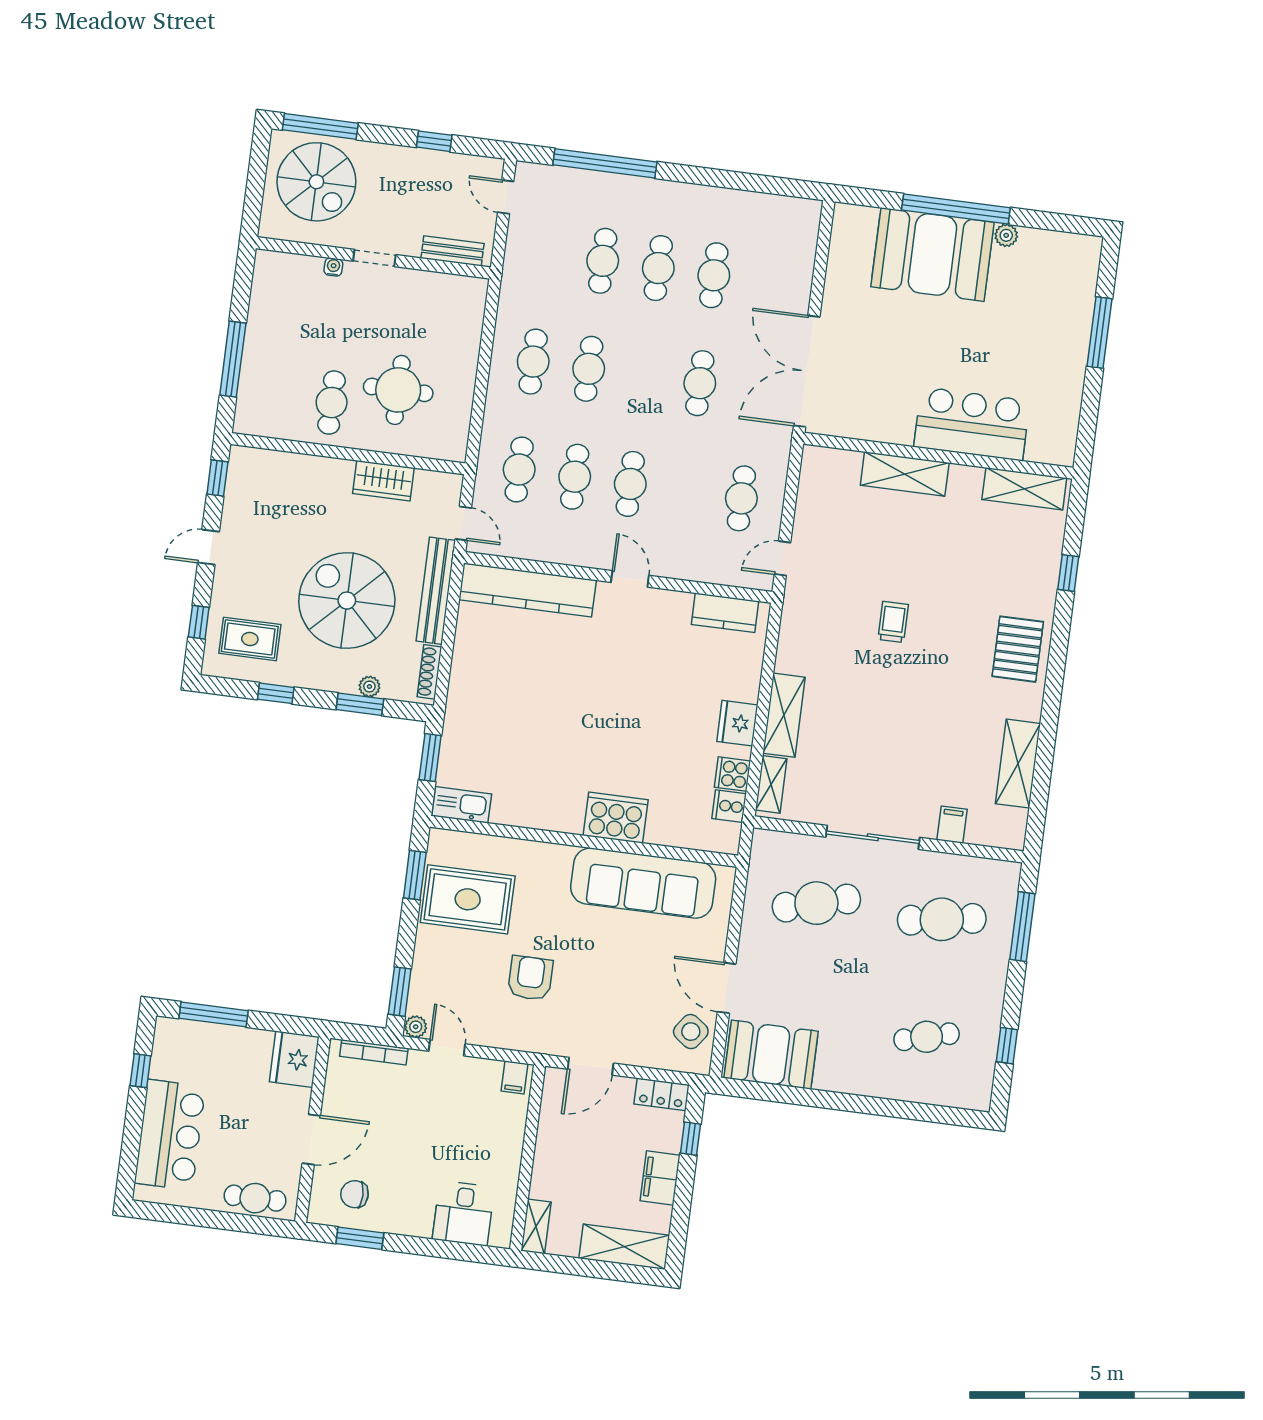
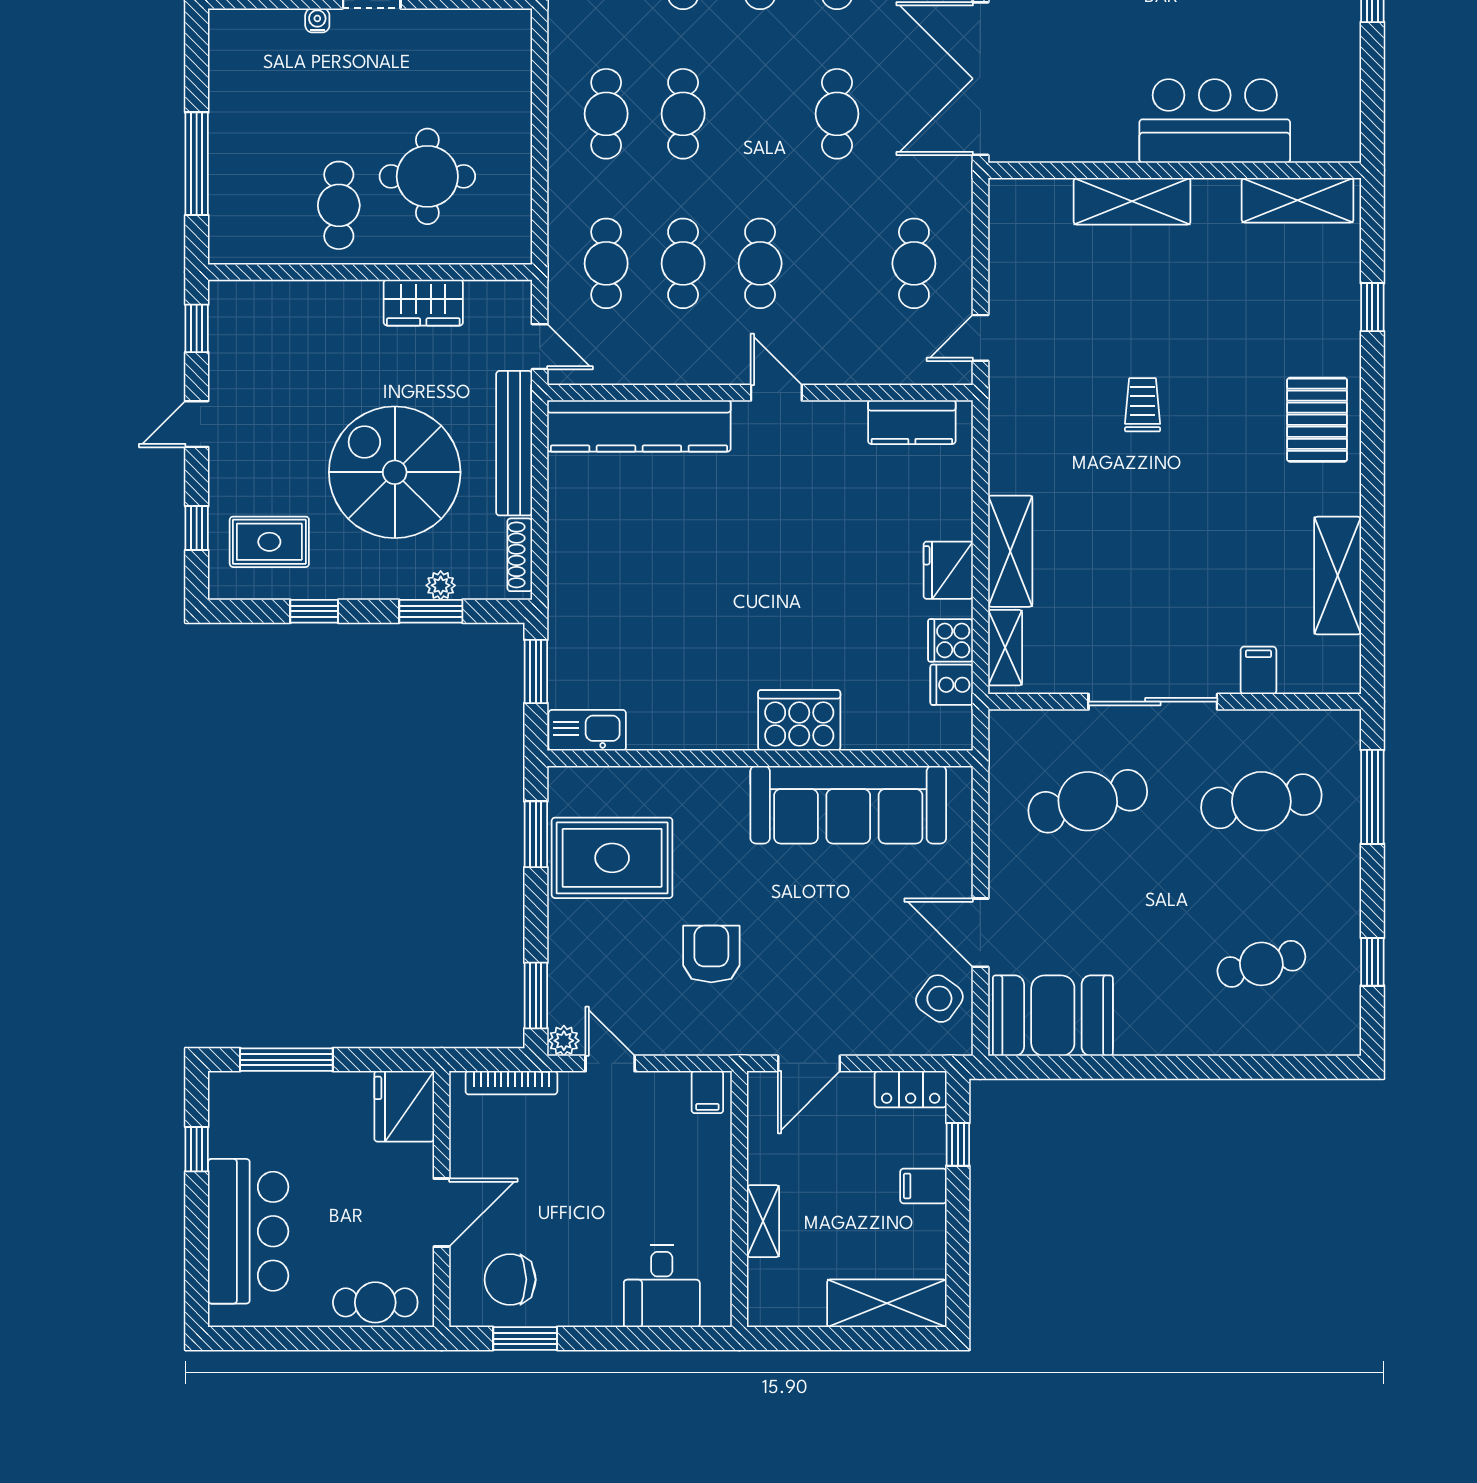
filing cabinet: (660, 1178) -> (923, 1186), width x0.50
chair: (355, 1194) -> (510, 1280), width x1.37, depth x1.37
shelving: (536, 1226) -> (763, 1221), moved

